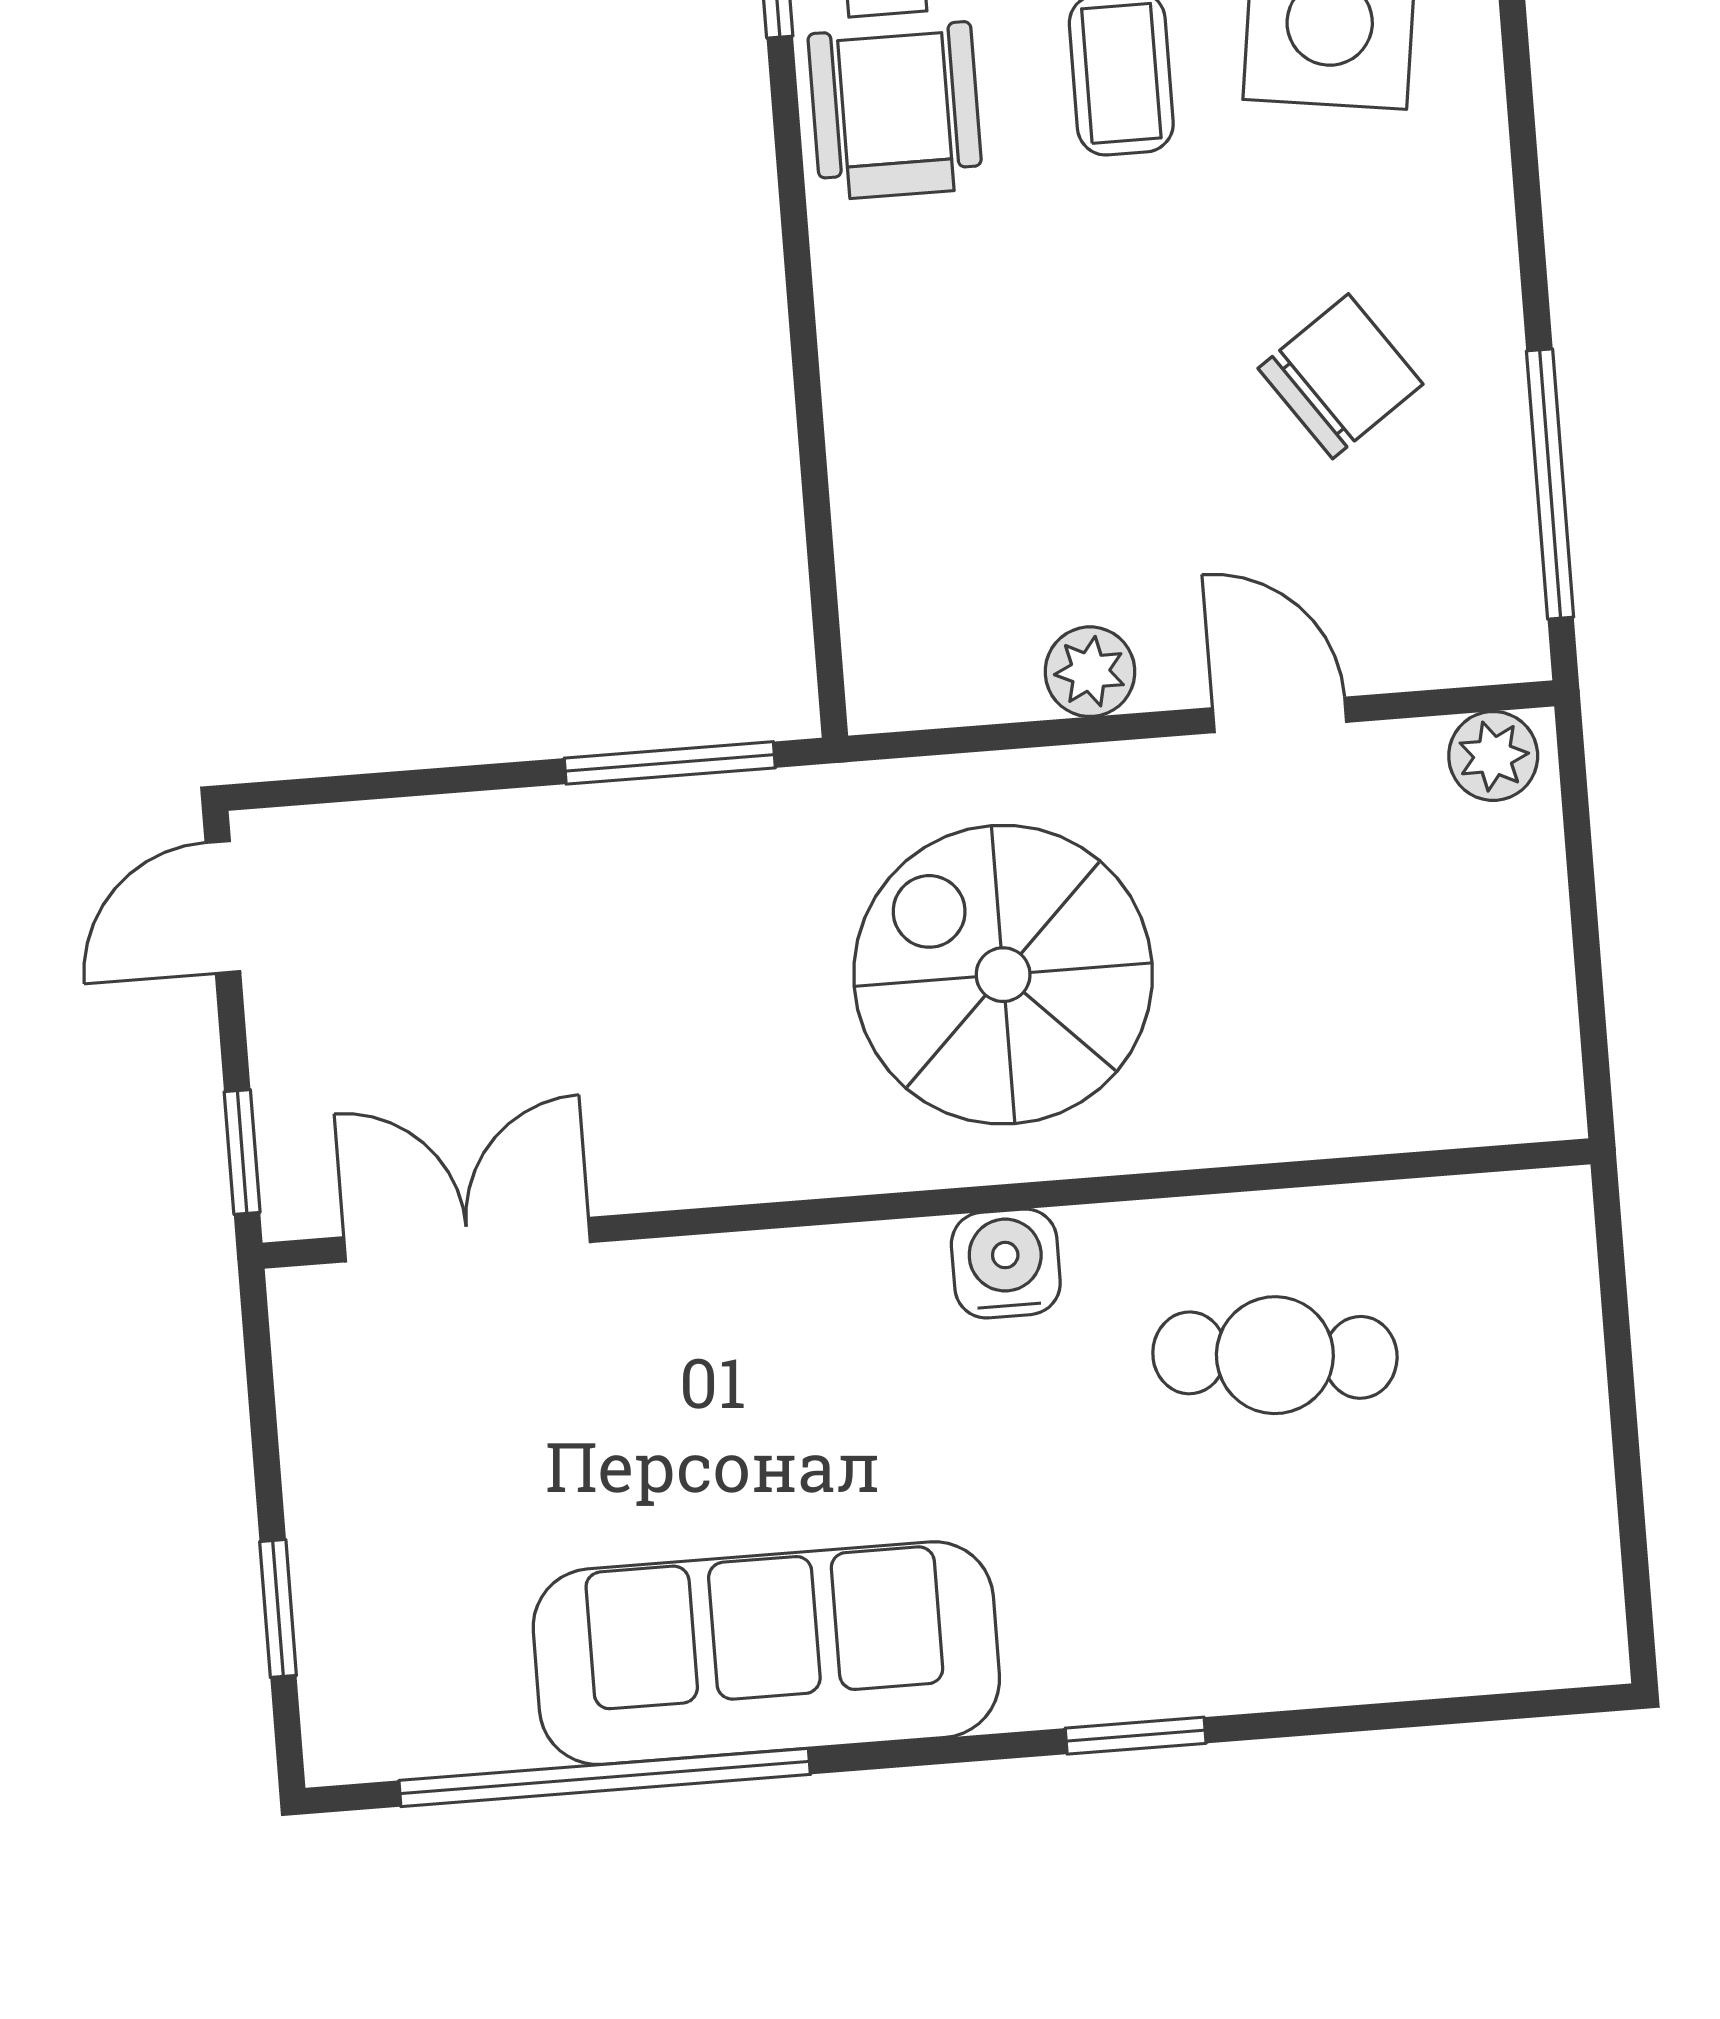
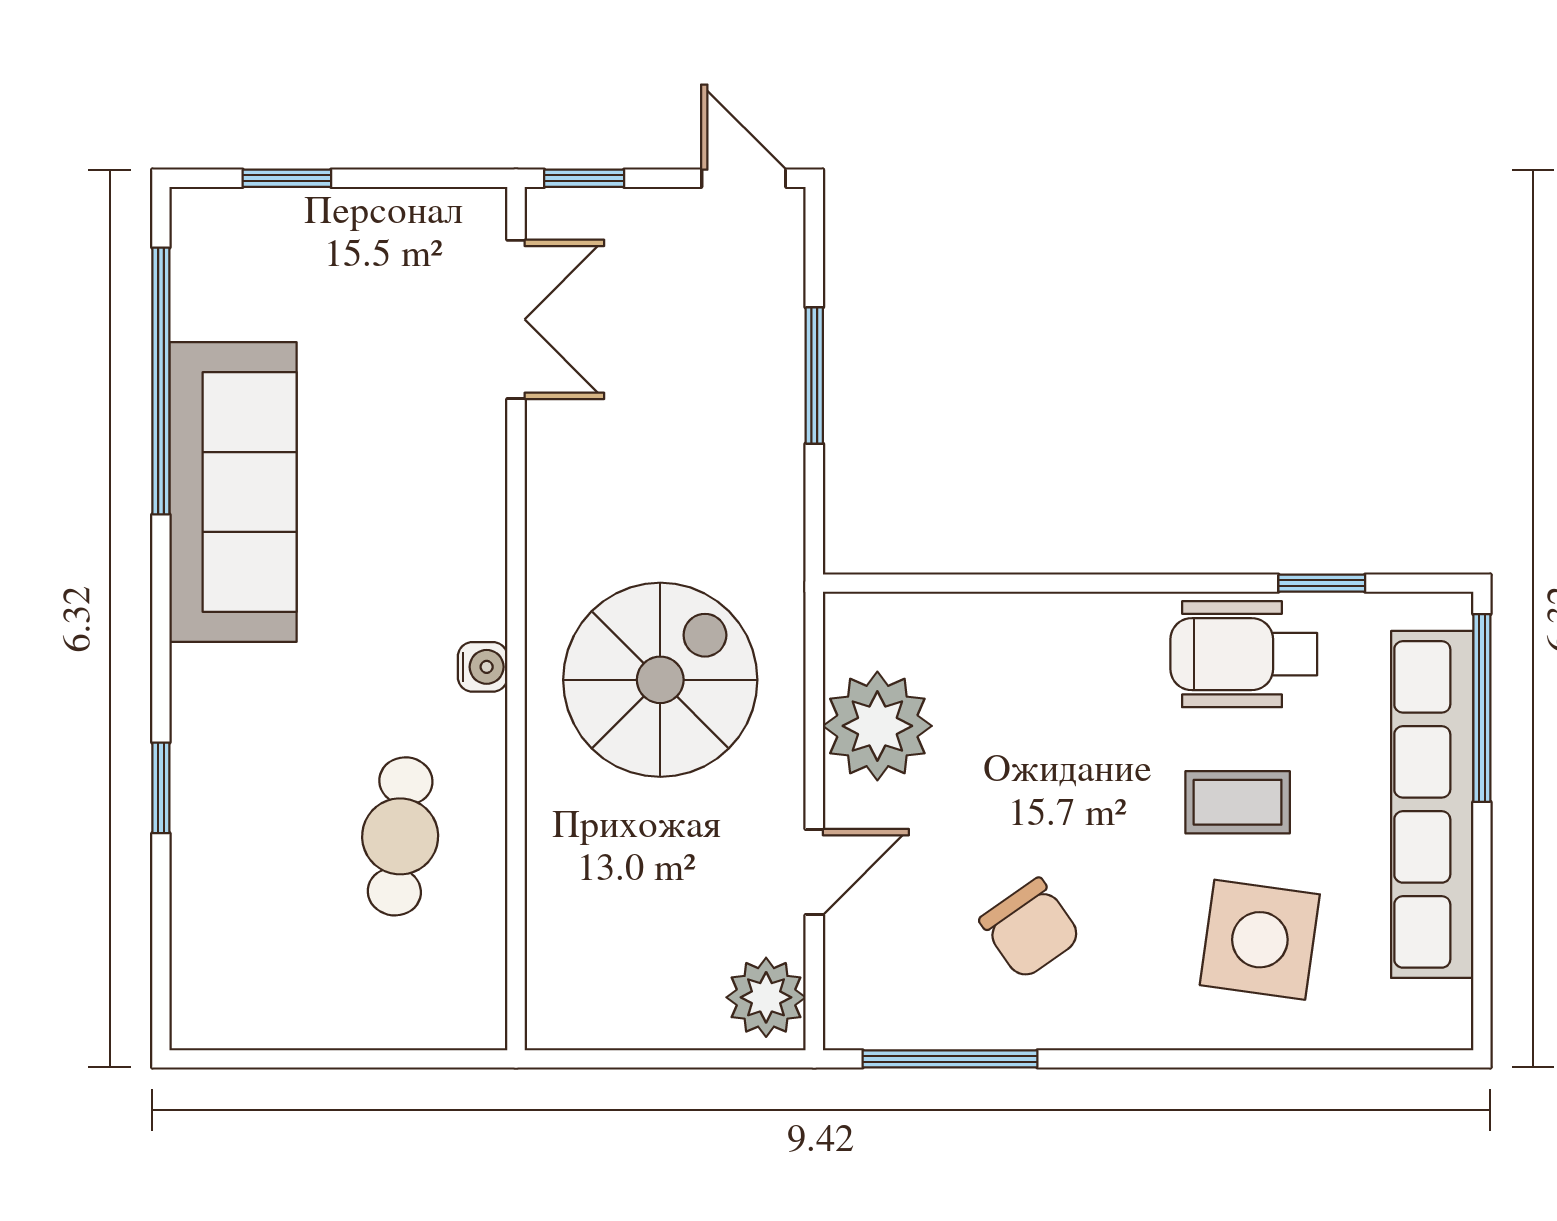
plant: (1090, 672) -> (877, 726), width x1.88, depth x1.88
plant: (1493, 756) -> (766, 997), width x1.38, depth x1.38
window: (670, 763) -> (814, 376), moved
water cooler: (1006, 1263) -> (483, 667), width x0.72, depth x0.72
window: (1136, 1736) -> (161, 788), moved

